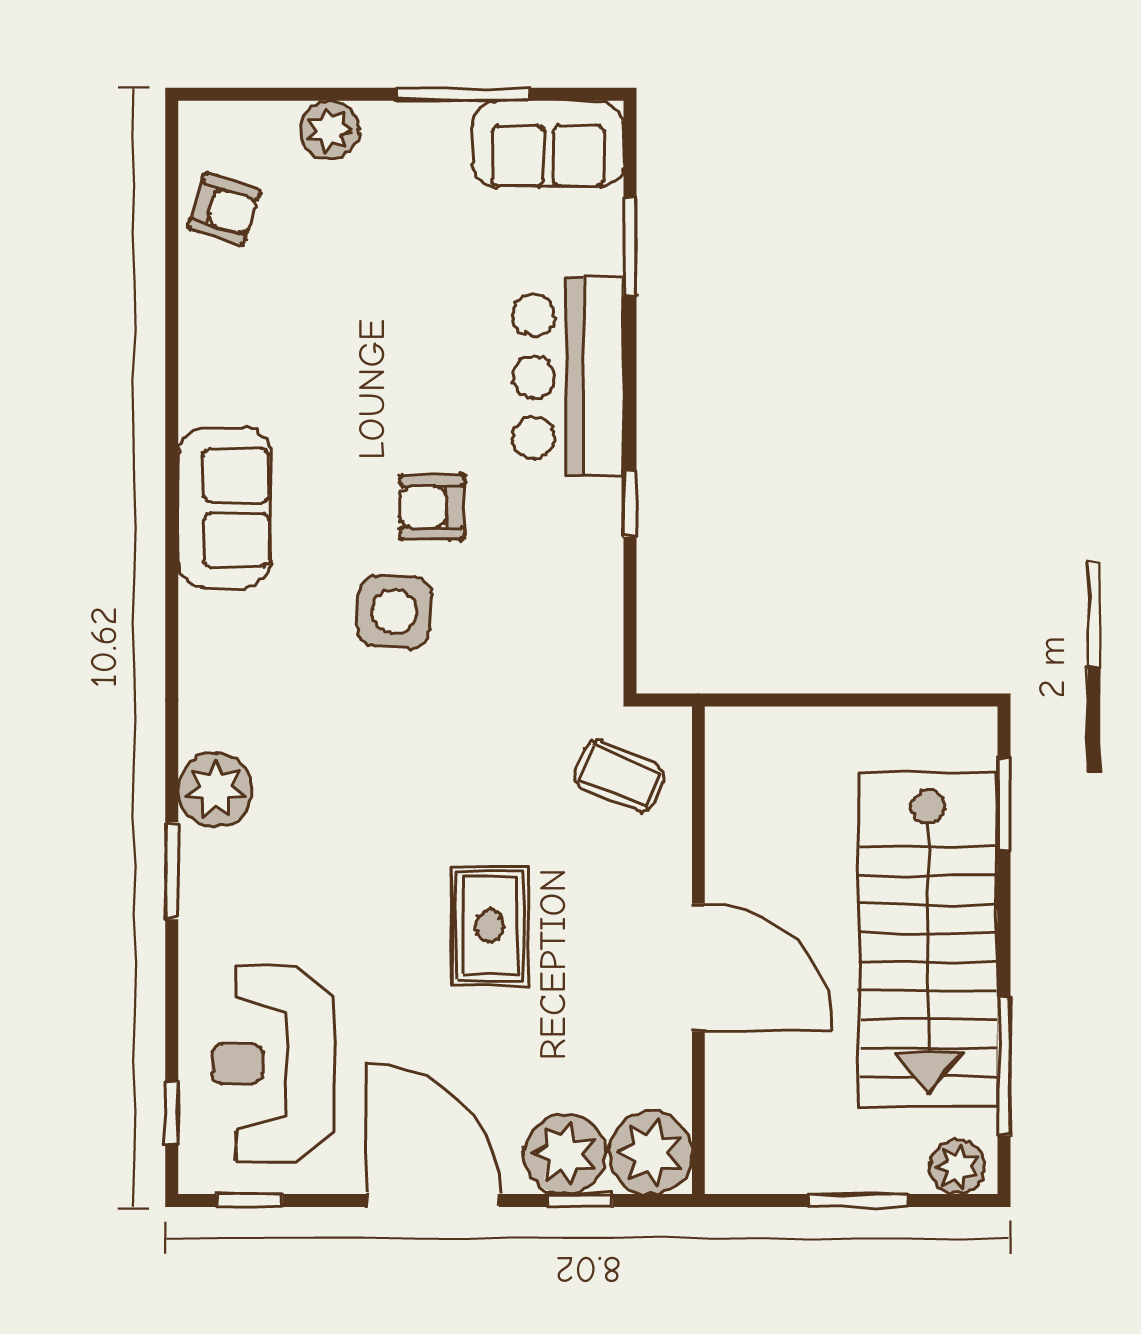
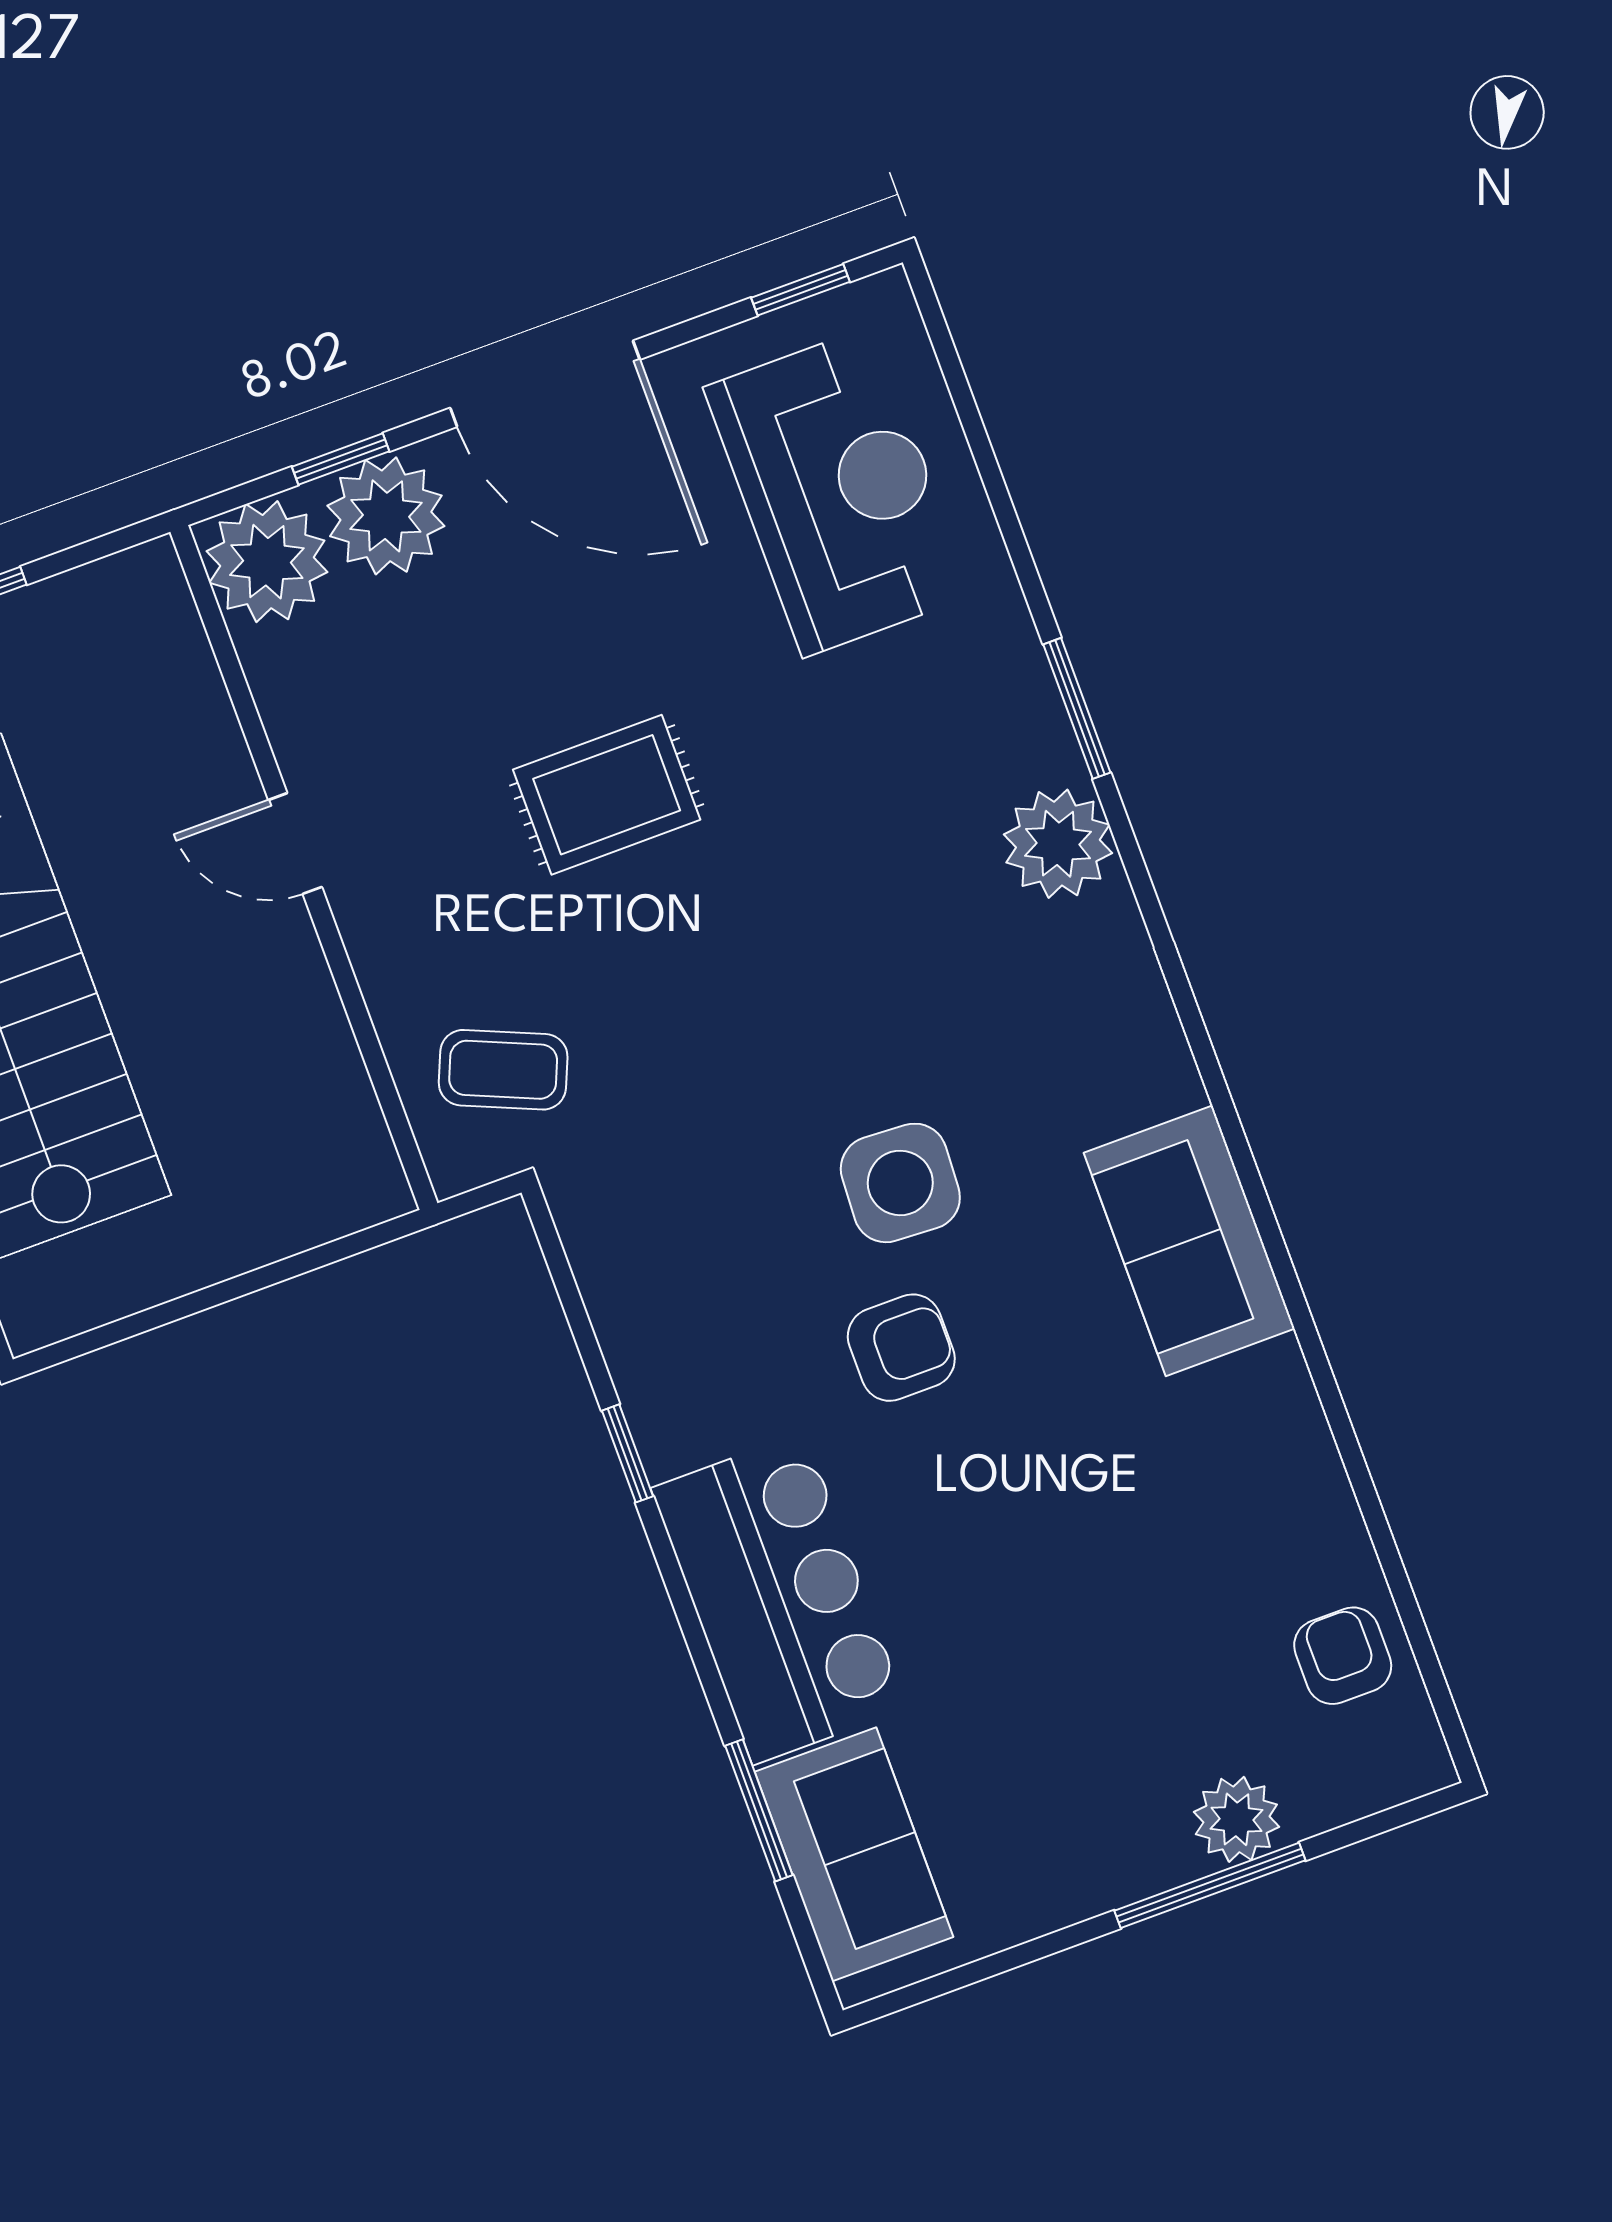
window: (463, 94) -> (1210, 1885), moved
sofa: (548, 144) -> (854, 1854), moved, turned 90
armchair: (224, 209) -> (1343, 1656), turned 72
rug: (490, 926) -> (607, 795), turned 90
door: (698, 967) -> (295, 844), width x0.53
window: (172, 1113) -> (953, 372), removed

